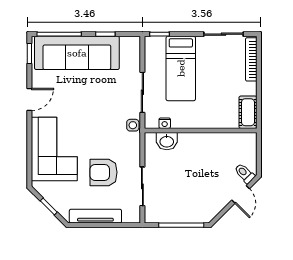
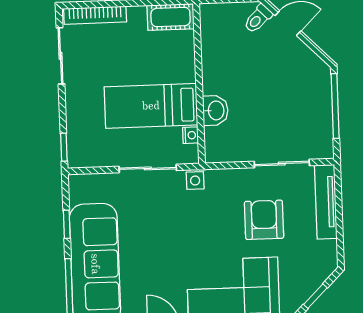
bed: (181, 68) -> (151, 106), moved, turned 180
washbasin: (167, 141) -> (215, 110), moved
armchair: (104, 172) -> (264, 220), turned 180
tv unit: (95, 216) -> (326, 202), moved

